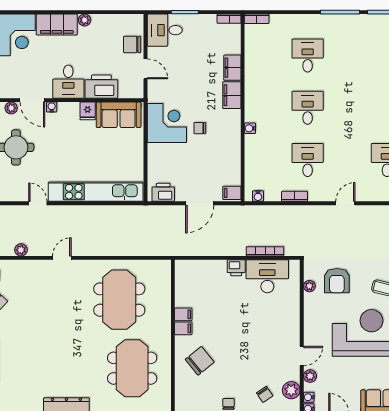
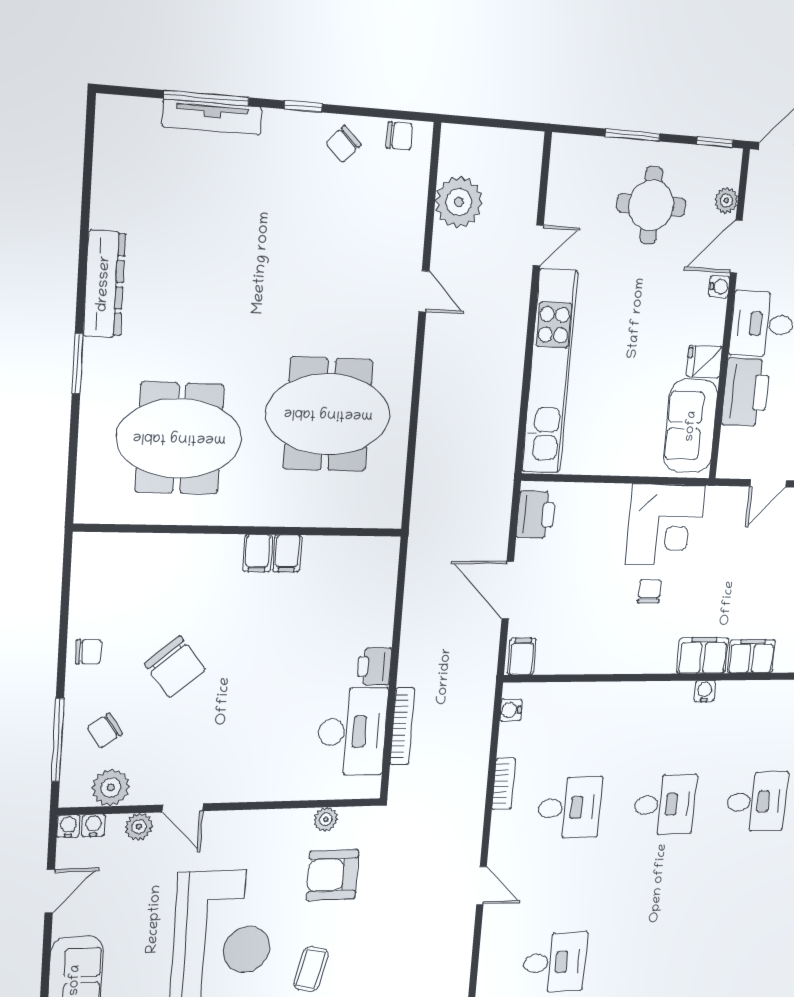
water cooler: (250, 128) -> (705, 691), moved
plant: (21, 250) -> (459, 202), width x1.88, depth x1.88
chair: (200, 361) -> (175, 667), moved

